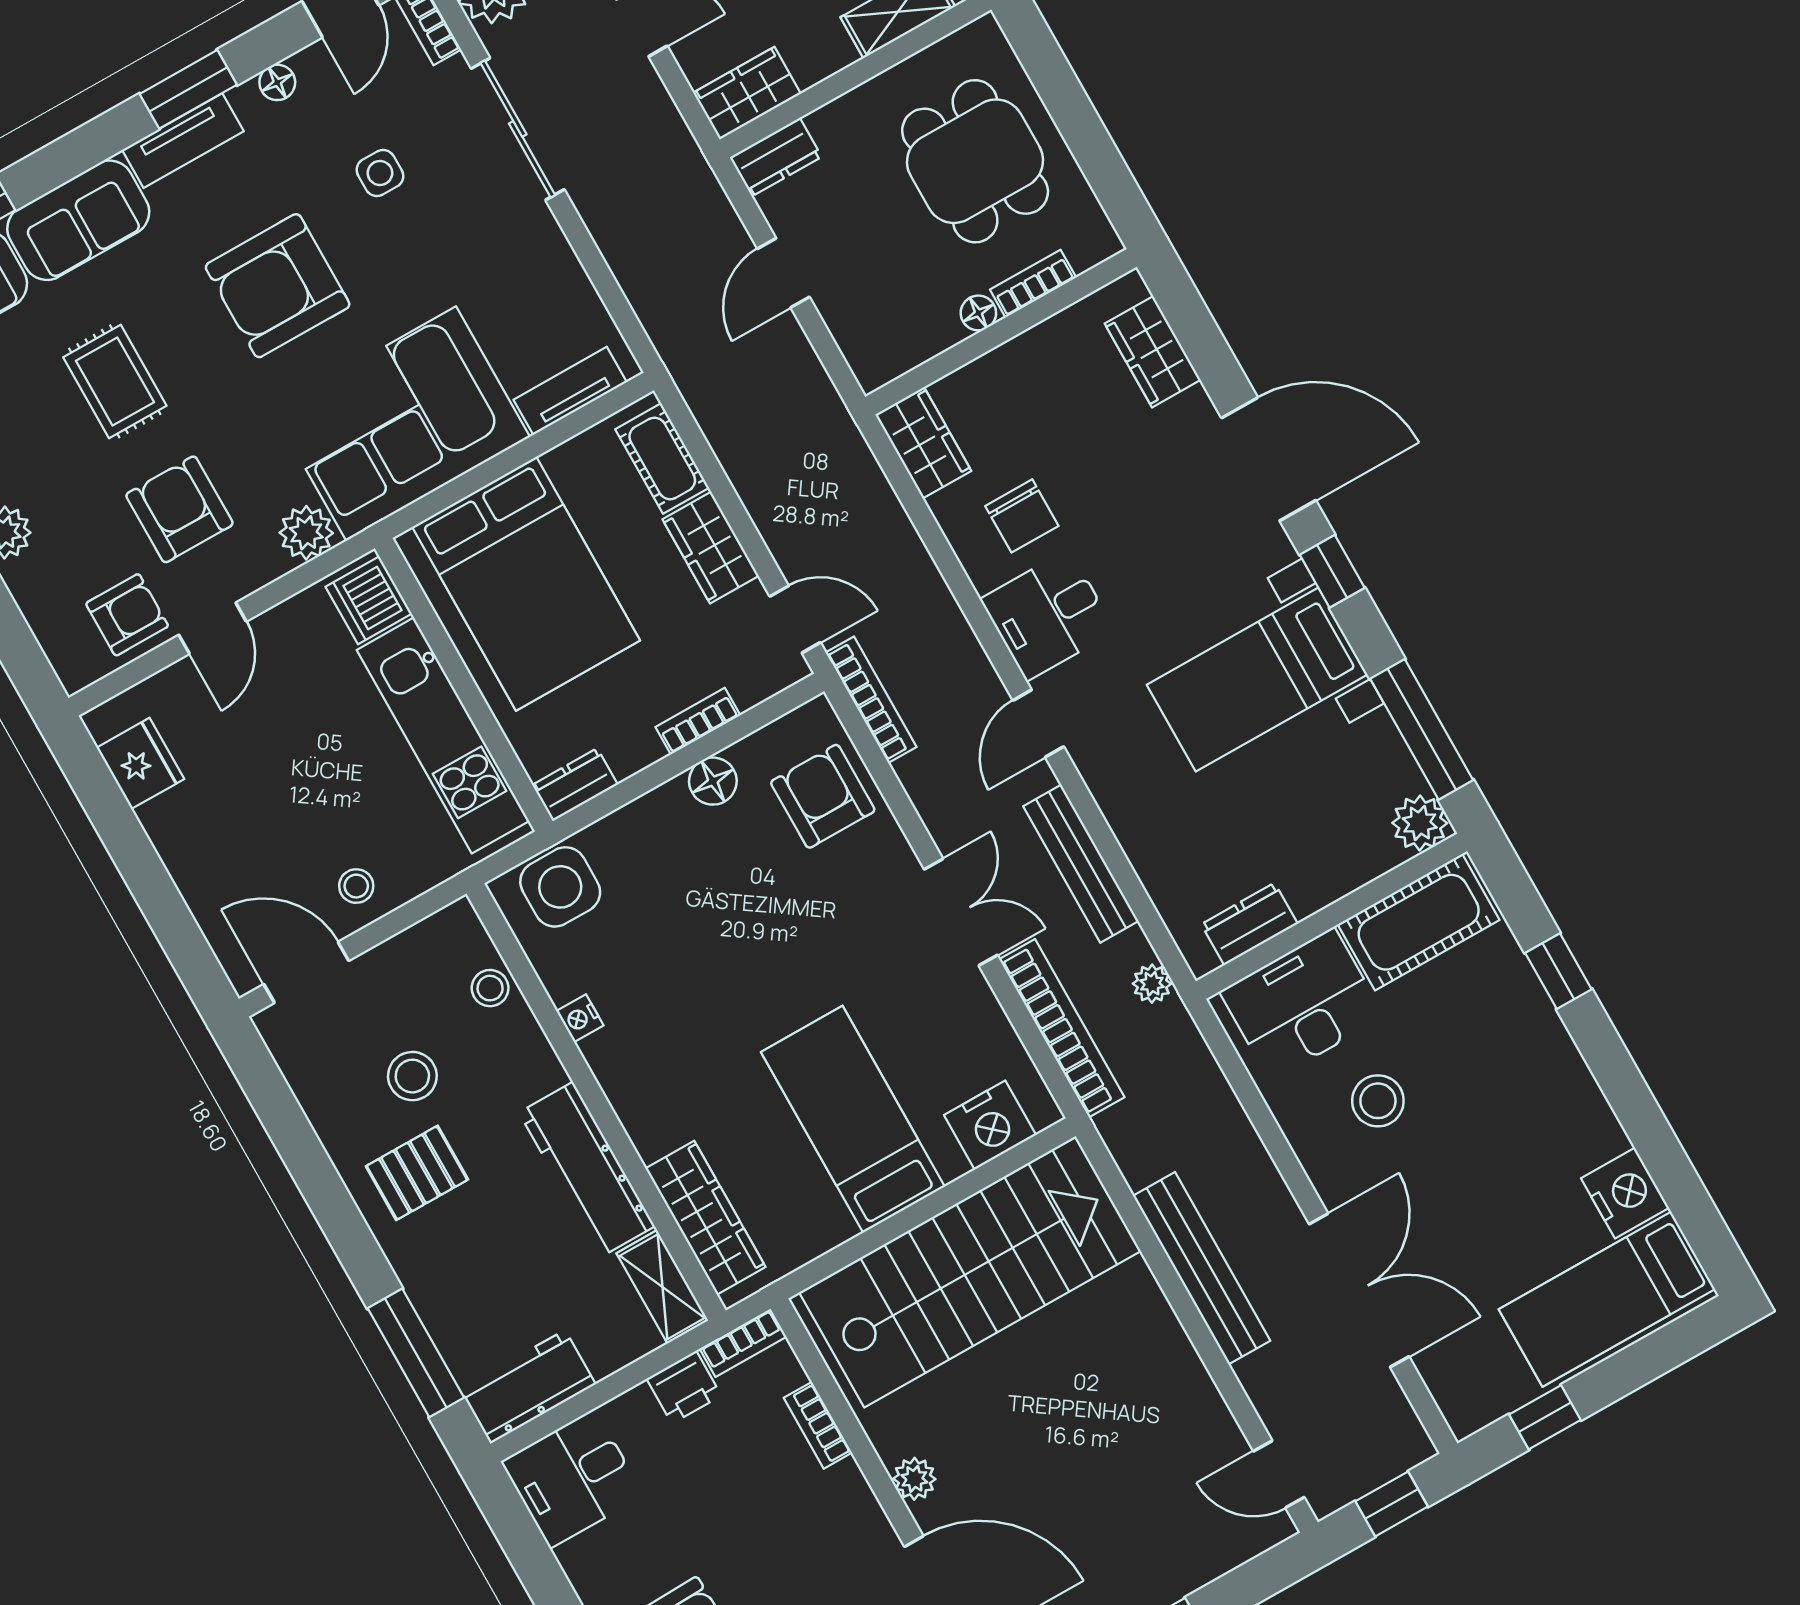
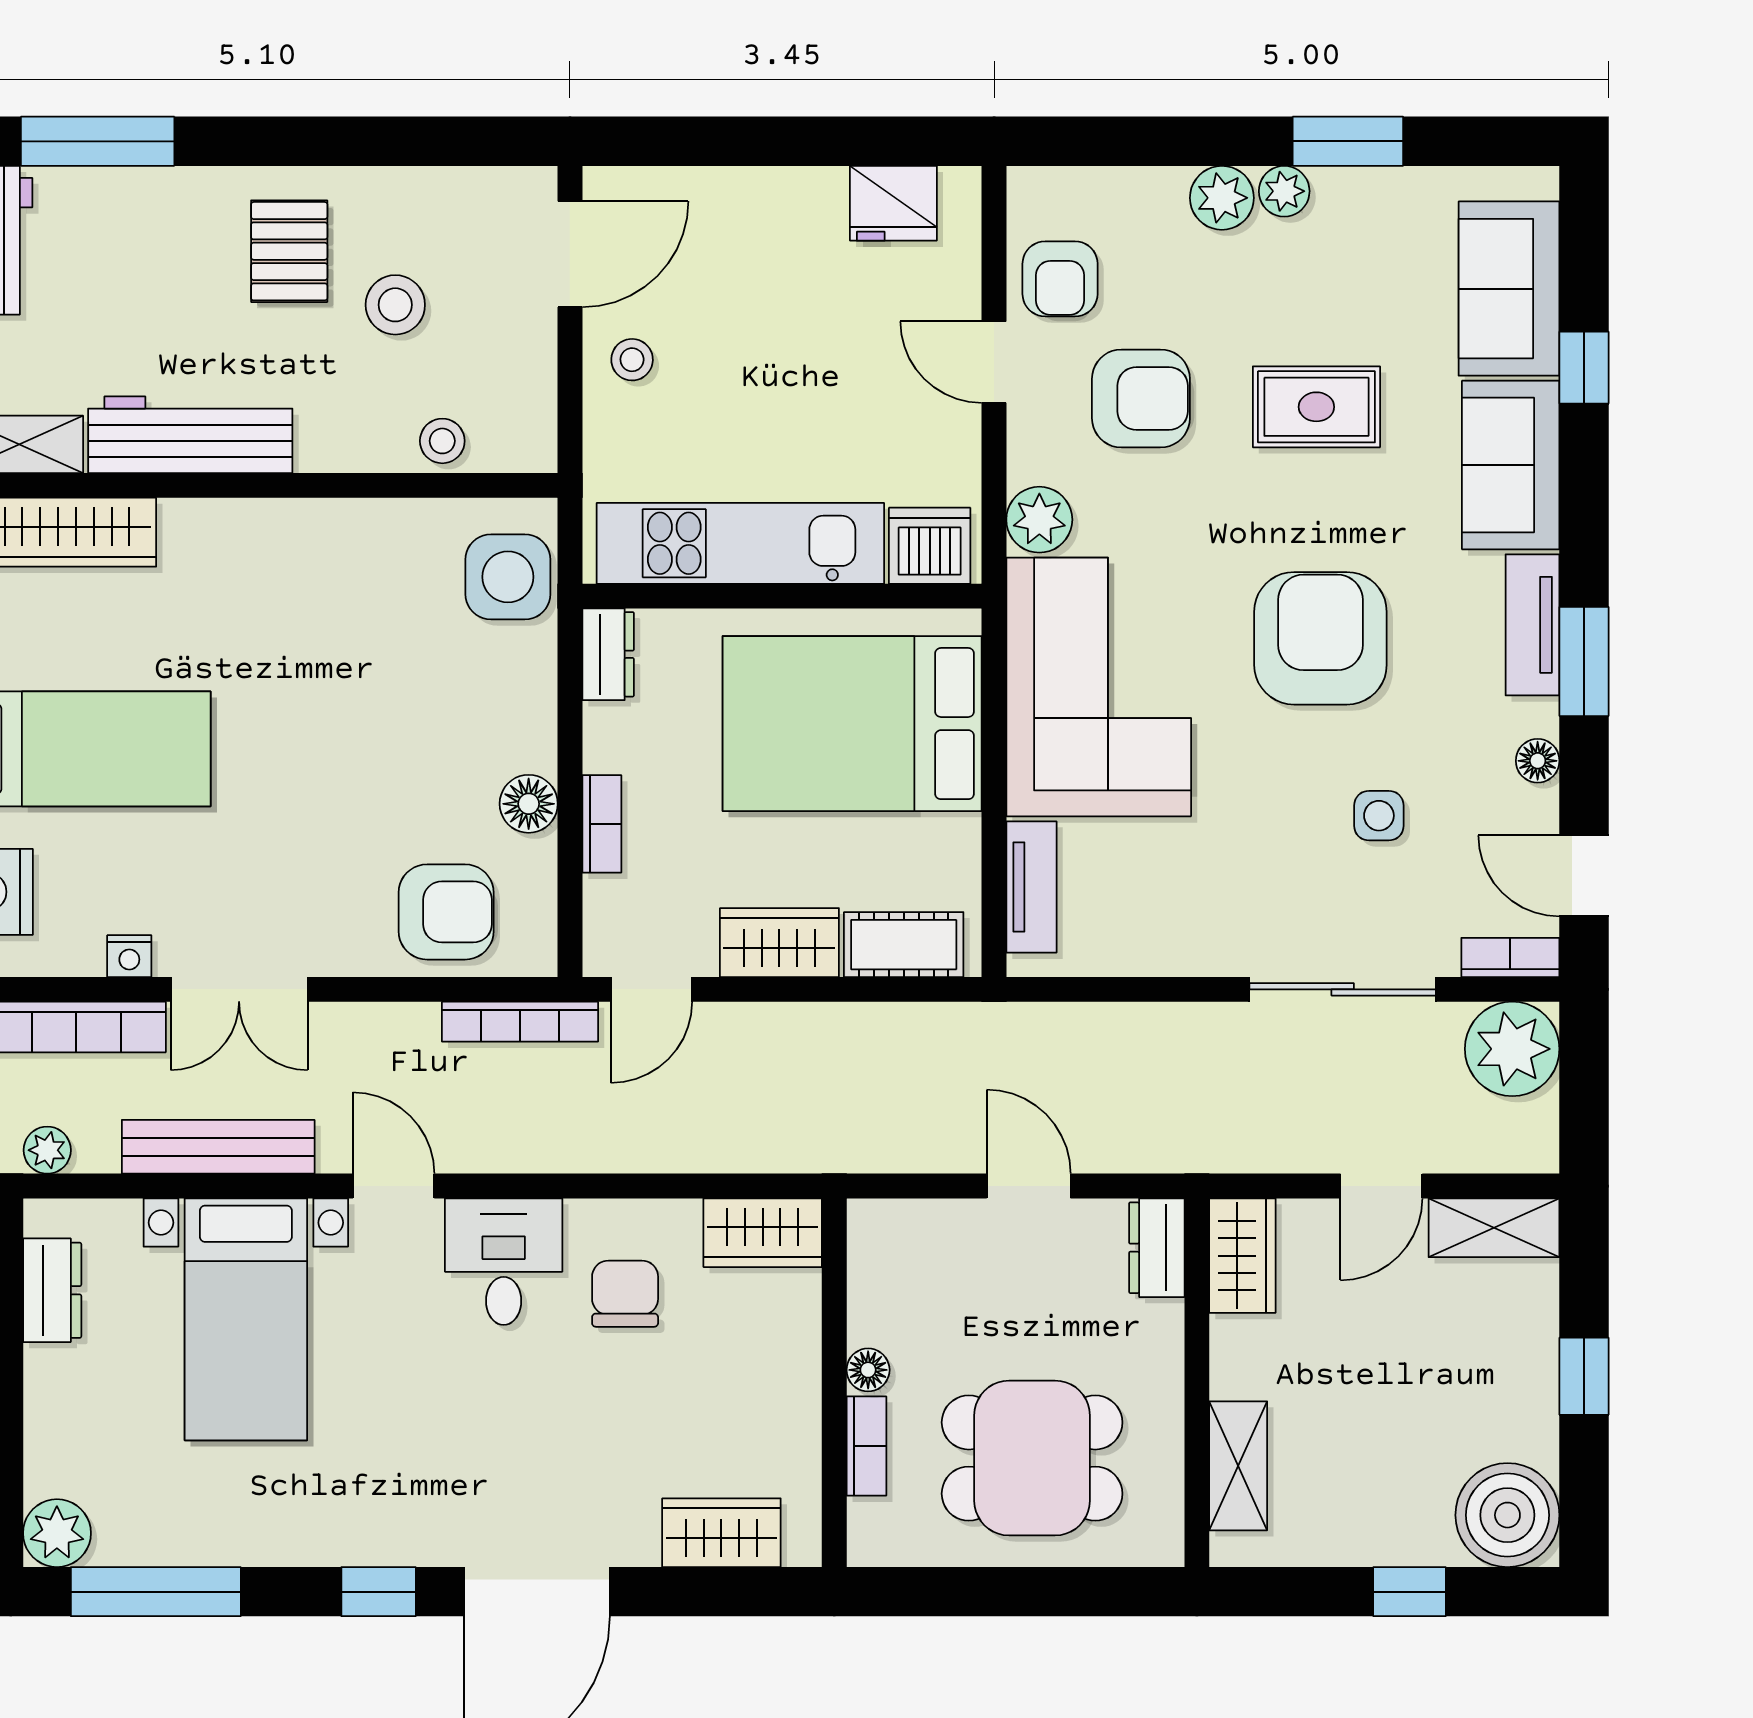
chair: (1022, 516) -> (625, 1294), turned 90
bed with nightstands: (1257, 680) -> (246, 1319), moved, turned 180
nightstand: (580, 1018) -> (129, 956), moved, turned 180

